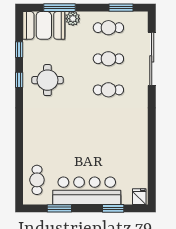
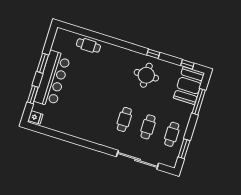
plant: (73, 19) -> (187, 109), removed
window: (19, 50) -> (187, 64), moved
cafe table: (37, 180) -> (88, 45), moved
window: (59, 208) -> (43, 63), moved

